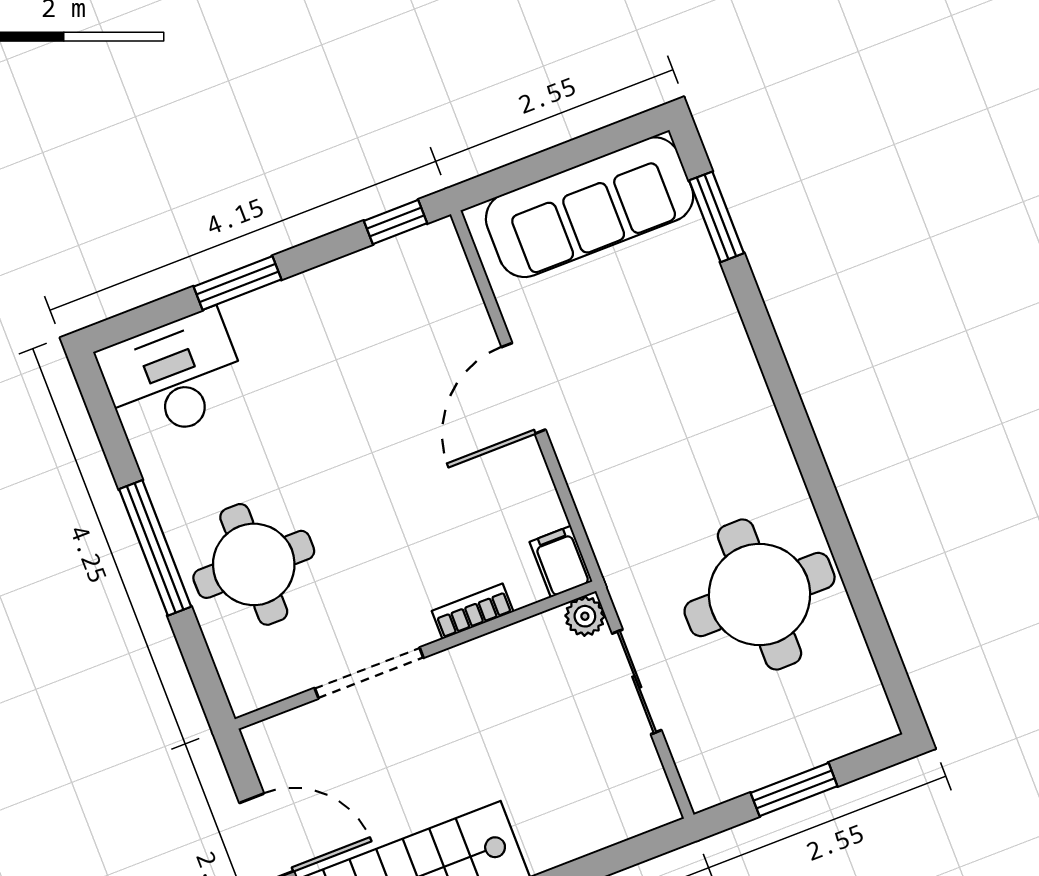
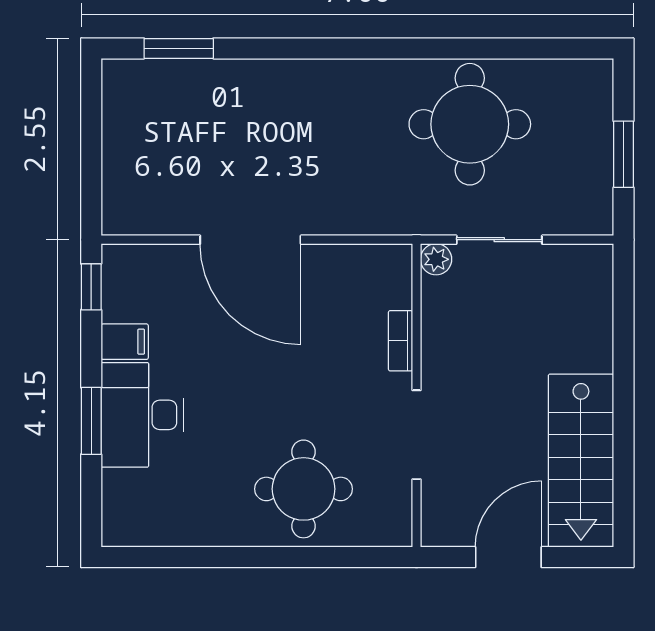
sofa: (590, 207) -> (135, 139), removed
desk: (173, 377) -> (142, 415), moved
door: (524, 388) -> (250, 240), width x1.36
window: (155, 548) -> (263, 557), removed
filing cabinet: (561, 562) -> (125, 342), moved, turned 180

